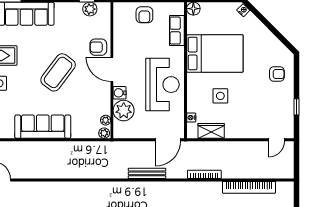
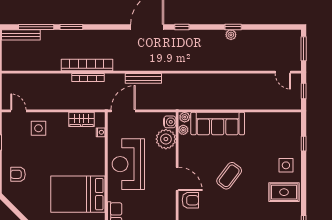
coffee table: (58, 72) -> (229, 176), width x0.73, depth x0.76
water cooler: (120, 93) -> (170, 122), moved
side table: (220, 96) -> (38, 128), moved
sofa: (43, 127) -> (218, 123), moved
door: (276, 140) -> (18, 111), hinge flipped
bookcase: (249, 187) -> (87, 65), moved

